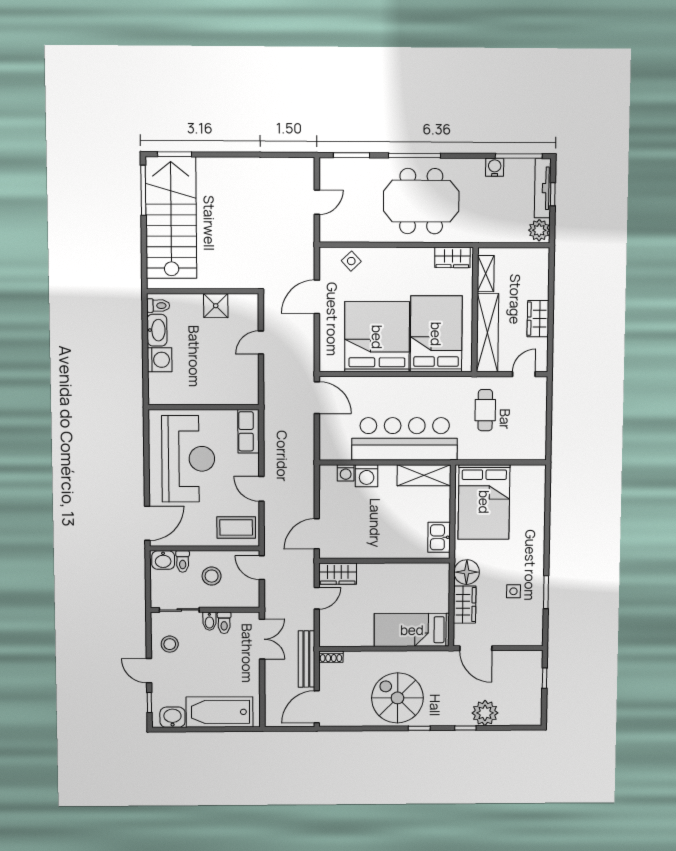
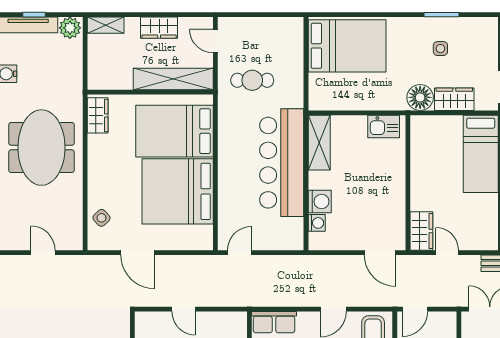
shelving: (486, 274) -> (106, 25), moved
door: (317, 398) -> (240, 253), width x0.73
bed: (484, 502) -> (347, 46), moved

